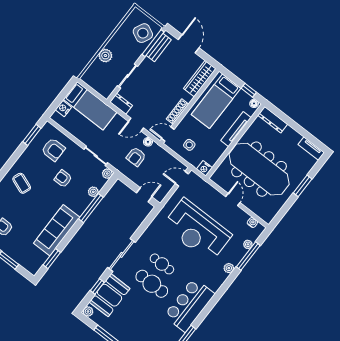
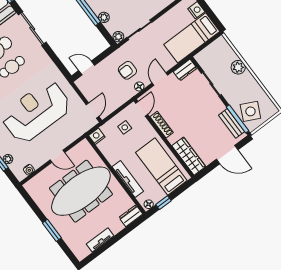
dresser: (273, 120) -> (131, 216), width x0.70
tv unit: (311, 149) -> (100, 240), moved
armchair: (136, 157) -> (127, 70), turned -90
door: (144, 195) -> (87, 68), swing flipped

